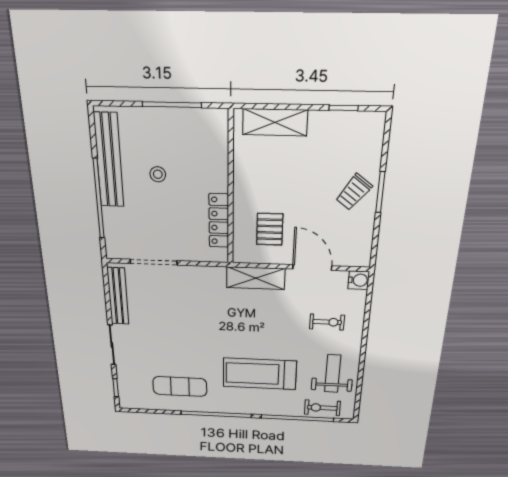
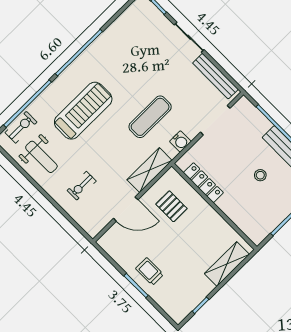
trolley: (354, 192) -> (150, 271), turned -37
water cooler: (359, 280) -> (180, 141), moved, turned -90
exercise mat: (180, 386) -> (150, 117), moved

